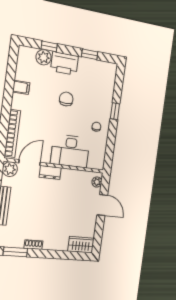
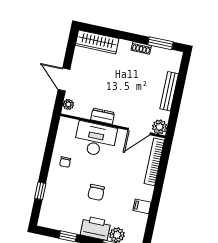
window: (115, 111) -> (40, 191), moved
dresser: (50, 173) -> (103, 116), moved
wardrobe: (81, 245) -> (97, 42), width x1.50

